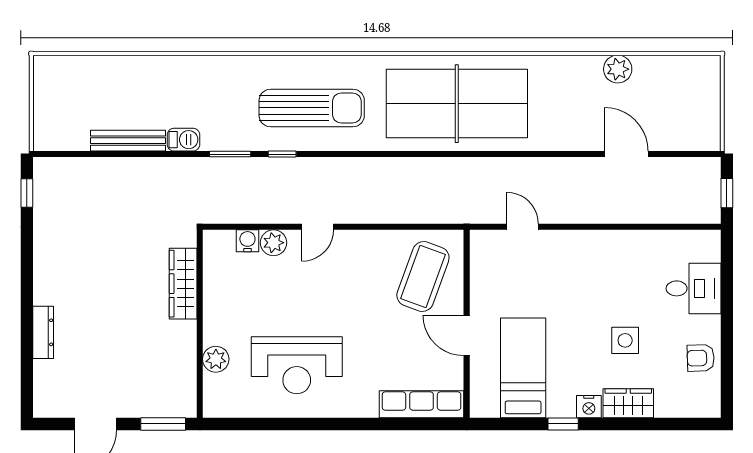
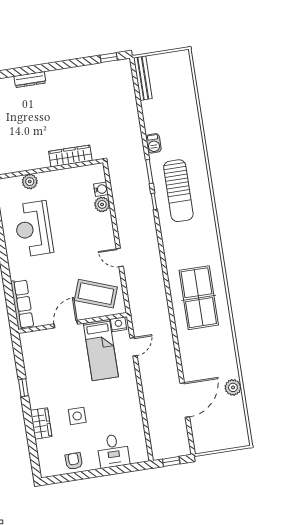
table tennis table: (457, 104) -> (199, 298), width x0.73, depth x0.76
sun lounger: (312, 108) -> (178, 191), moved
bench: (128, 141) -> (143, 78), moved
door: (626, 154) -> (185, 400), width x1.36
door: (318, 227) -> (120, 258), moved
bed: (523, 368) -> (101, 350), moved, turned 90
nightstand: (589, 407) -> (119, 324), moved, turned 90

